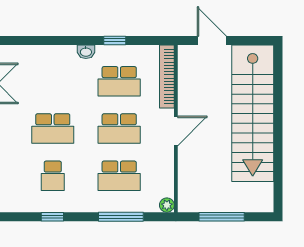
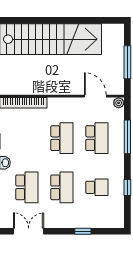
school desk: (119, 81) -> (27, 187), moved
door: (176, 131) -> (95, 96), moved

